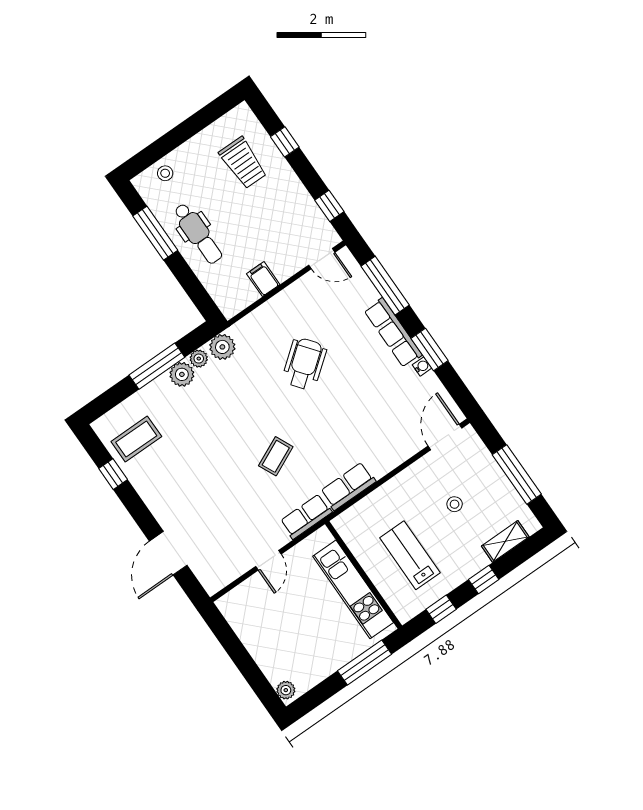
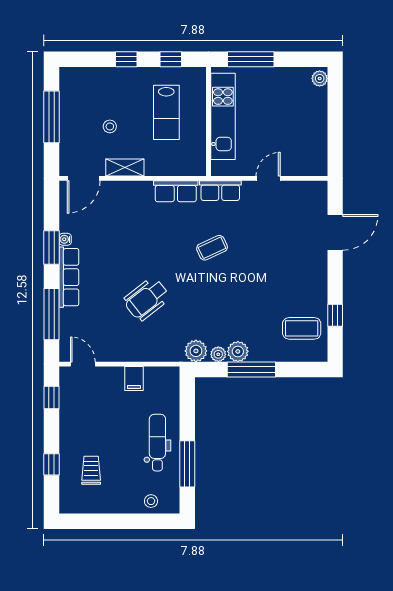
trolley: (243, 163) -> (91, 470), width x0.73, depth x0.72
shelving: (505, 541) -> (125, 168), moved

